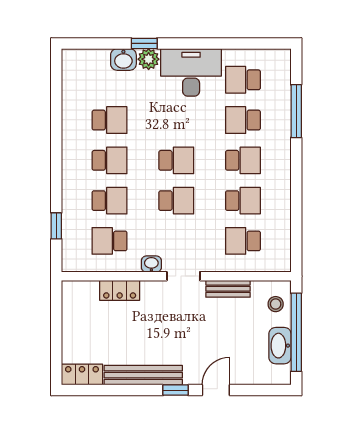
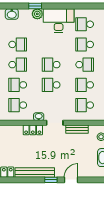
washbasin: (123, 59) -> (12, 14), moved
school desk: (176, 160) -> (51, 65), turned 180
school desk: (110, 201) -> (18, 85), turned 180
school desk: (176, 201) -> (51, 85), turned 180
school desk: (243, 201) -> (85, 85), turned 180
locker: (120, 290) -> (33, 130), moved

